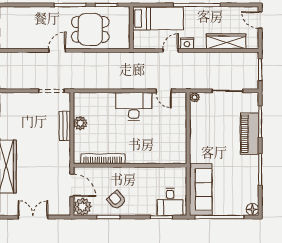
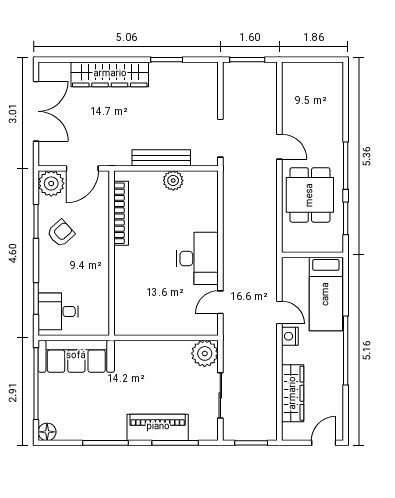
plant: (195, 97) -> (205, 353), width x1.88, depth x1.88
bench: (65, 126) -> (161, 158), width x1.36
double door: (33, 217) -> (36, 111), width x1.37

